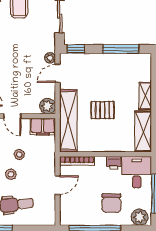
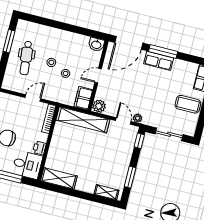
window: (121, 49) -> (130, 177), width x0.69
shelving: (145, 96) -> (107, 192), moved
pallet: (103, 110) -> (84, 150), removed
door: (58, 185) -> (33, 98), swing flipped

